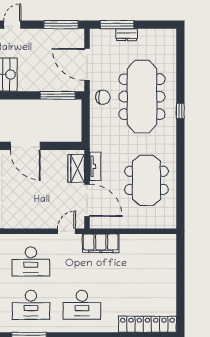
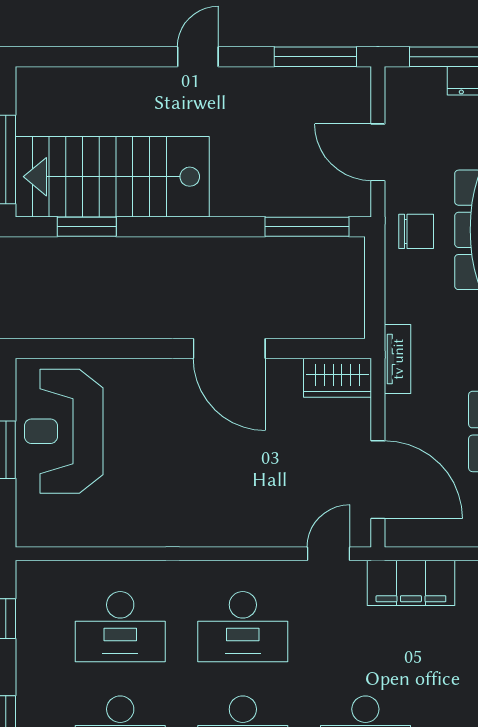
door: (87, 64) -> (378, 152), width x0.73
tv unit: (95, 166) -> (398, 359), moved
wardrobe: (76, 168) -> (338, 378), moved, turned -90

